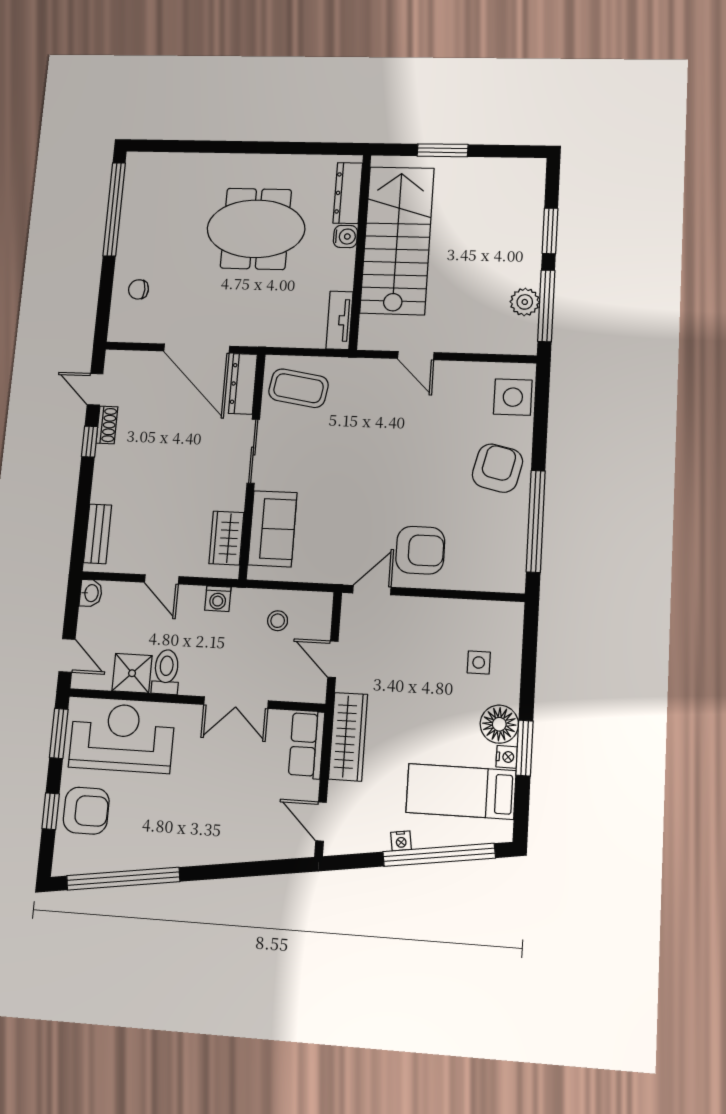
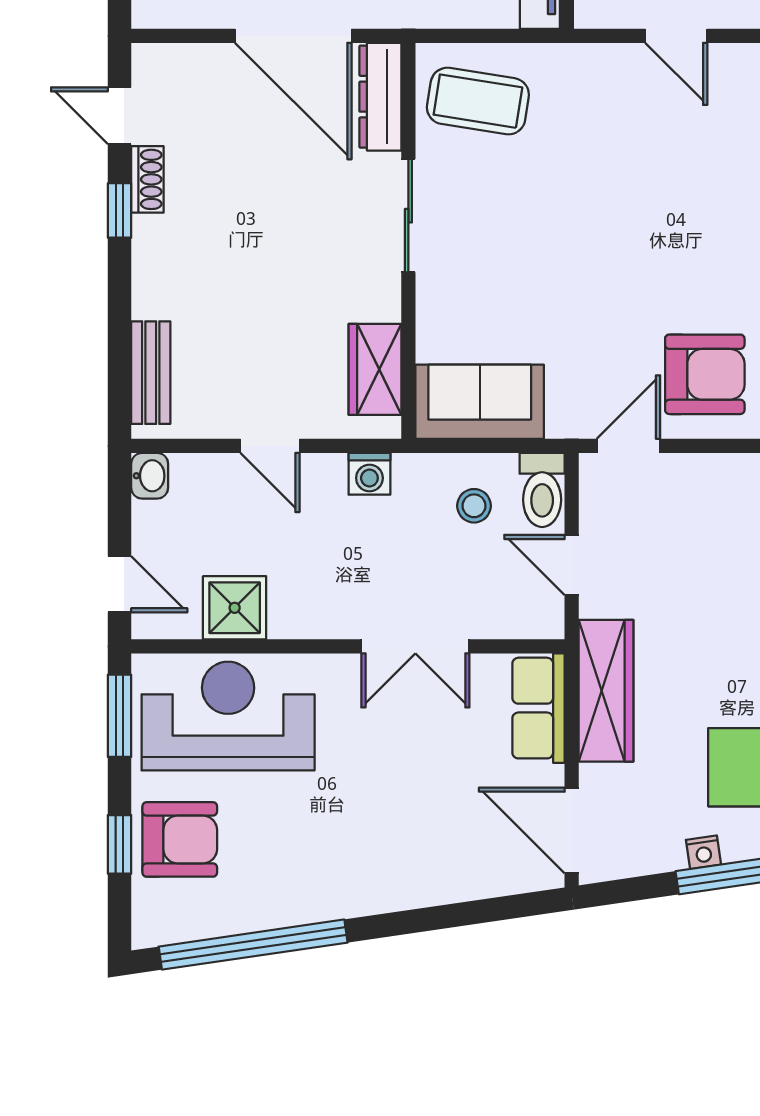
sofa: (272, 529) -> (480, 402), moved, turned -90
toilet: (166, 672) -> (542, 490), moved, turned 180
door: (321, 822) -> (572, 830), width x1.38

